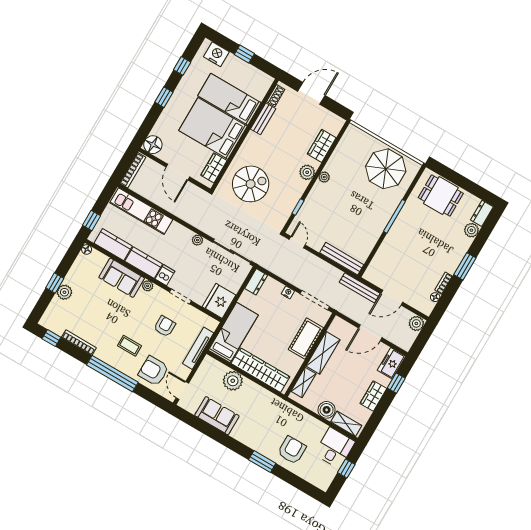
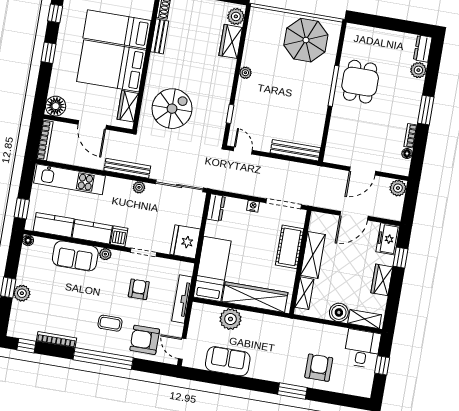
plant: (307, 172) -> (236, 16), moved
dining table: (441, 195) -> (360, 82), moved, turned 90
bench: (360, 288) -> (127, 168), moved

